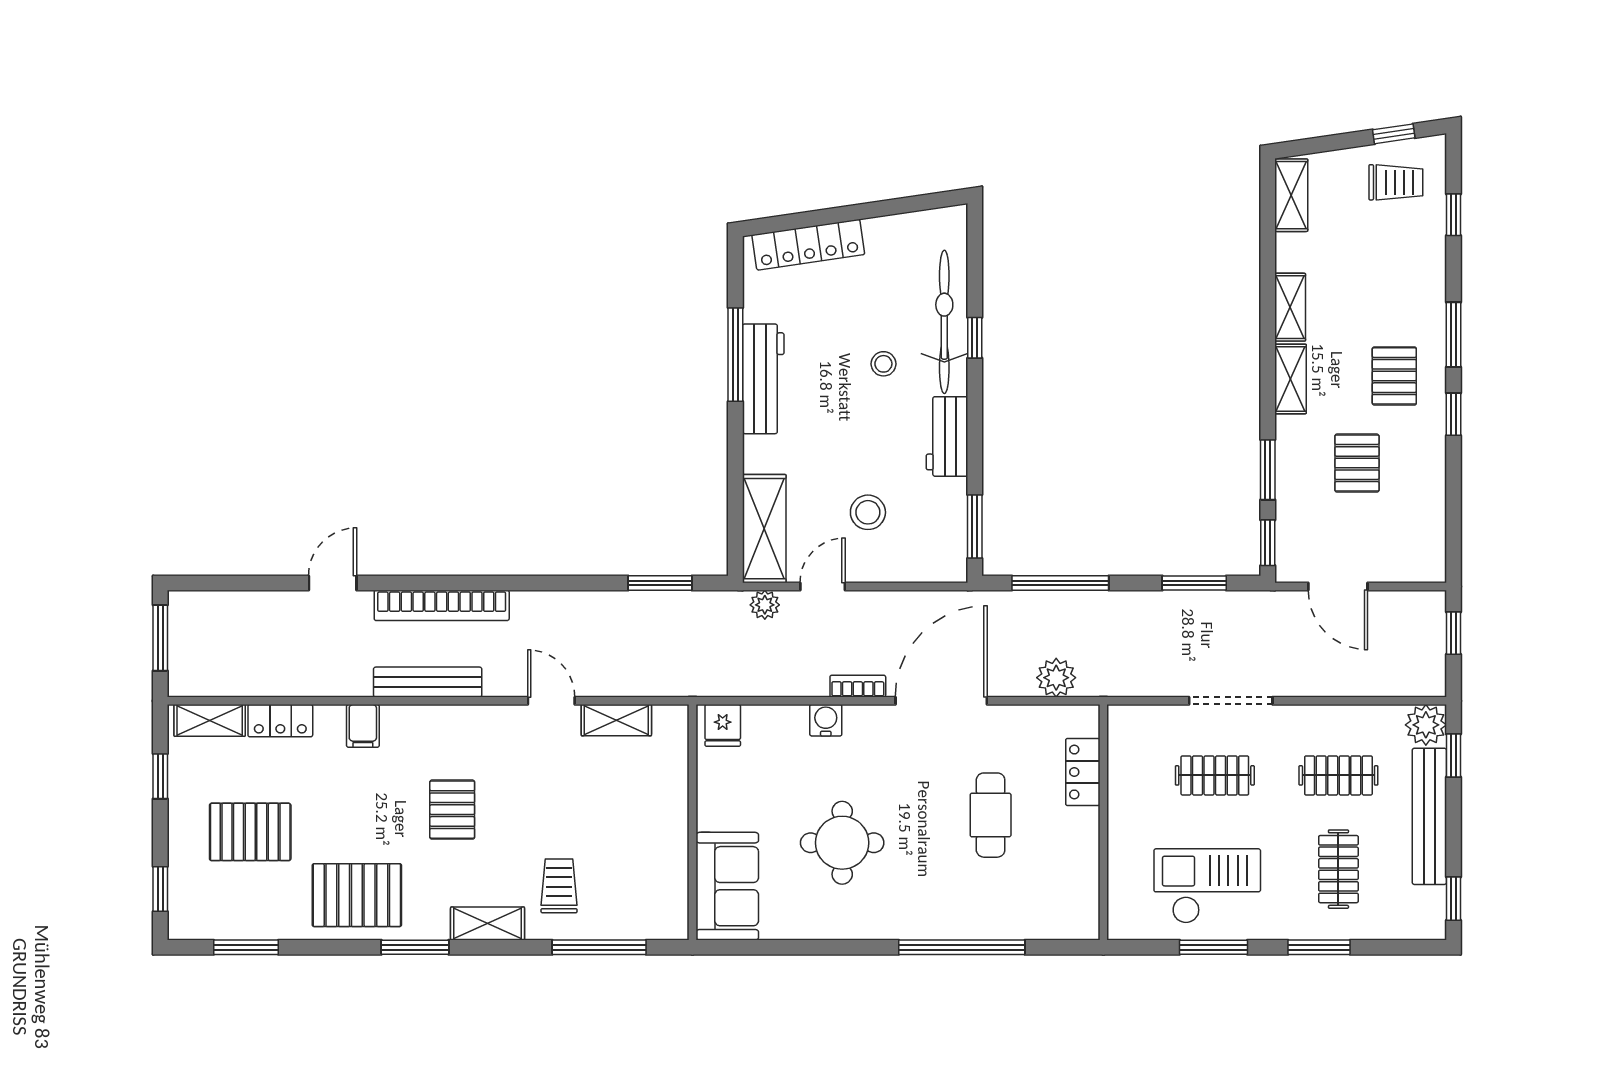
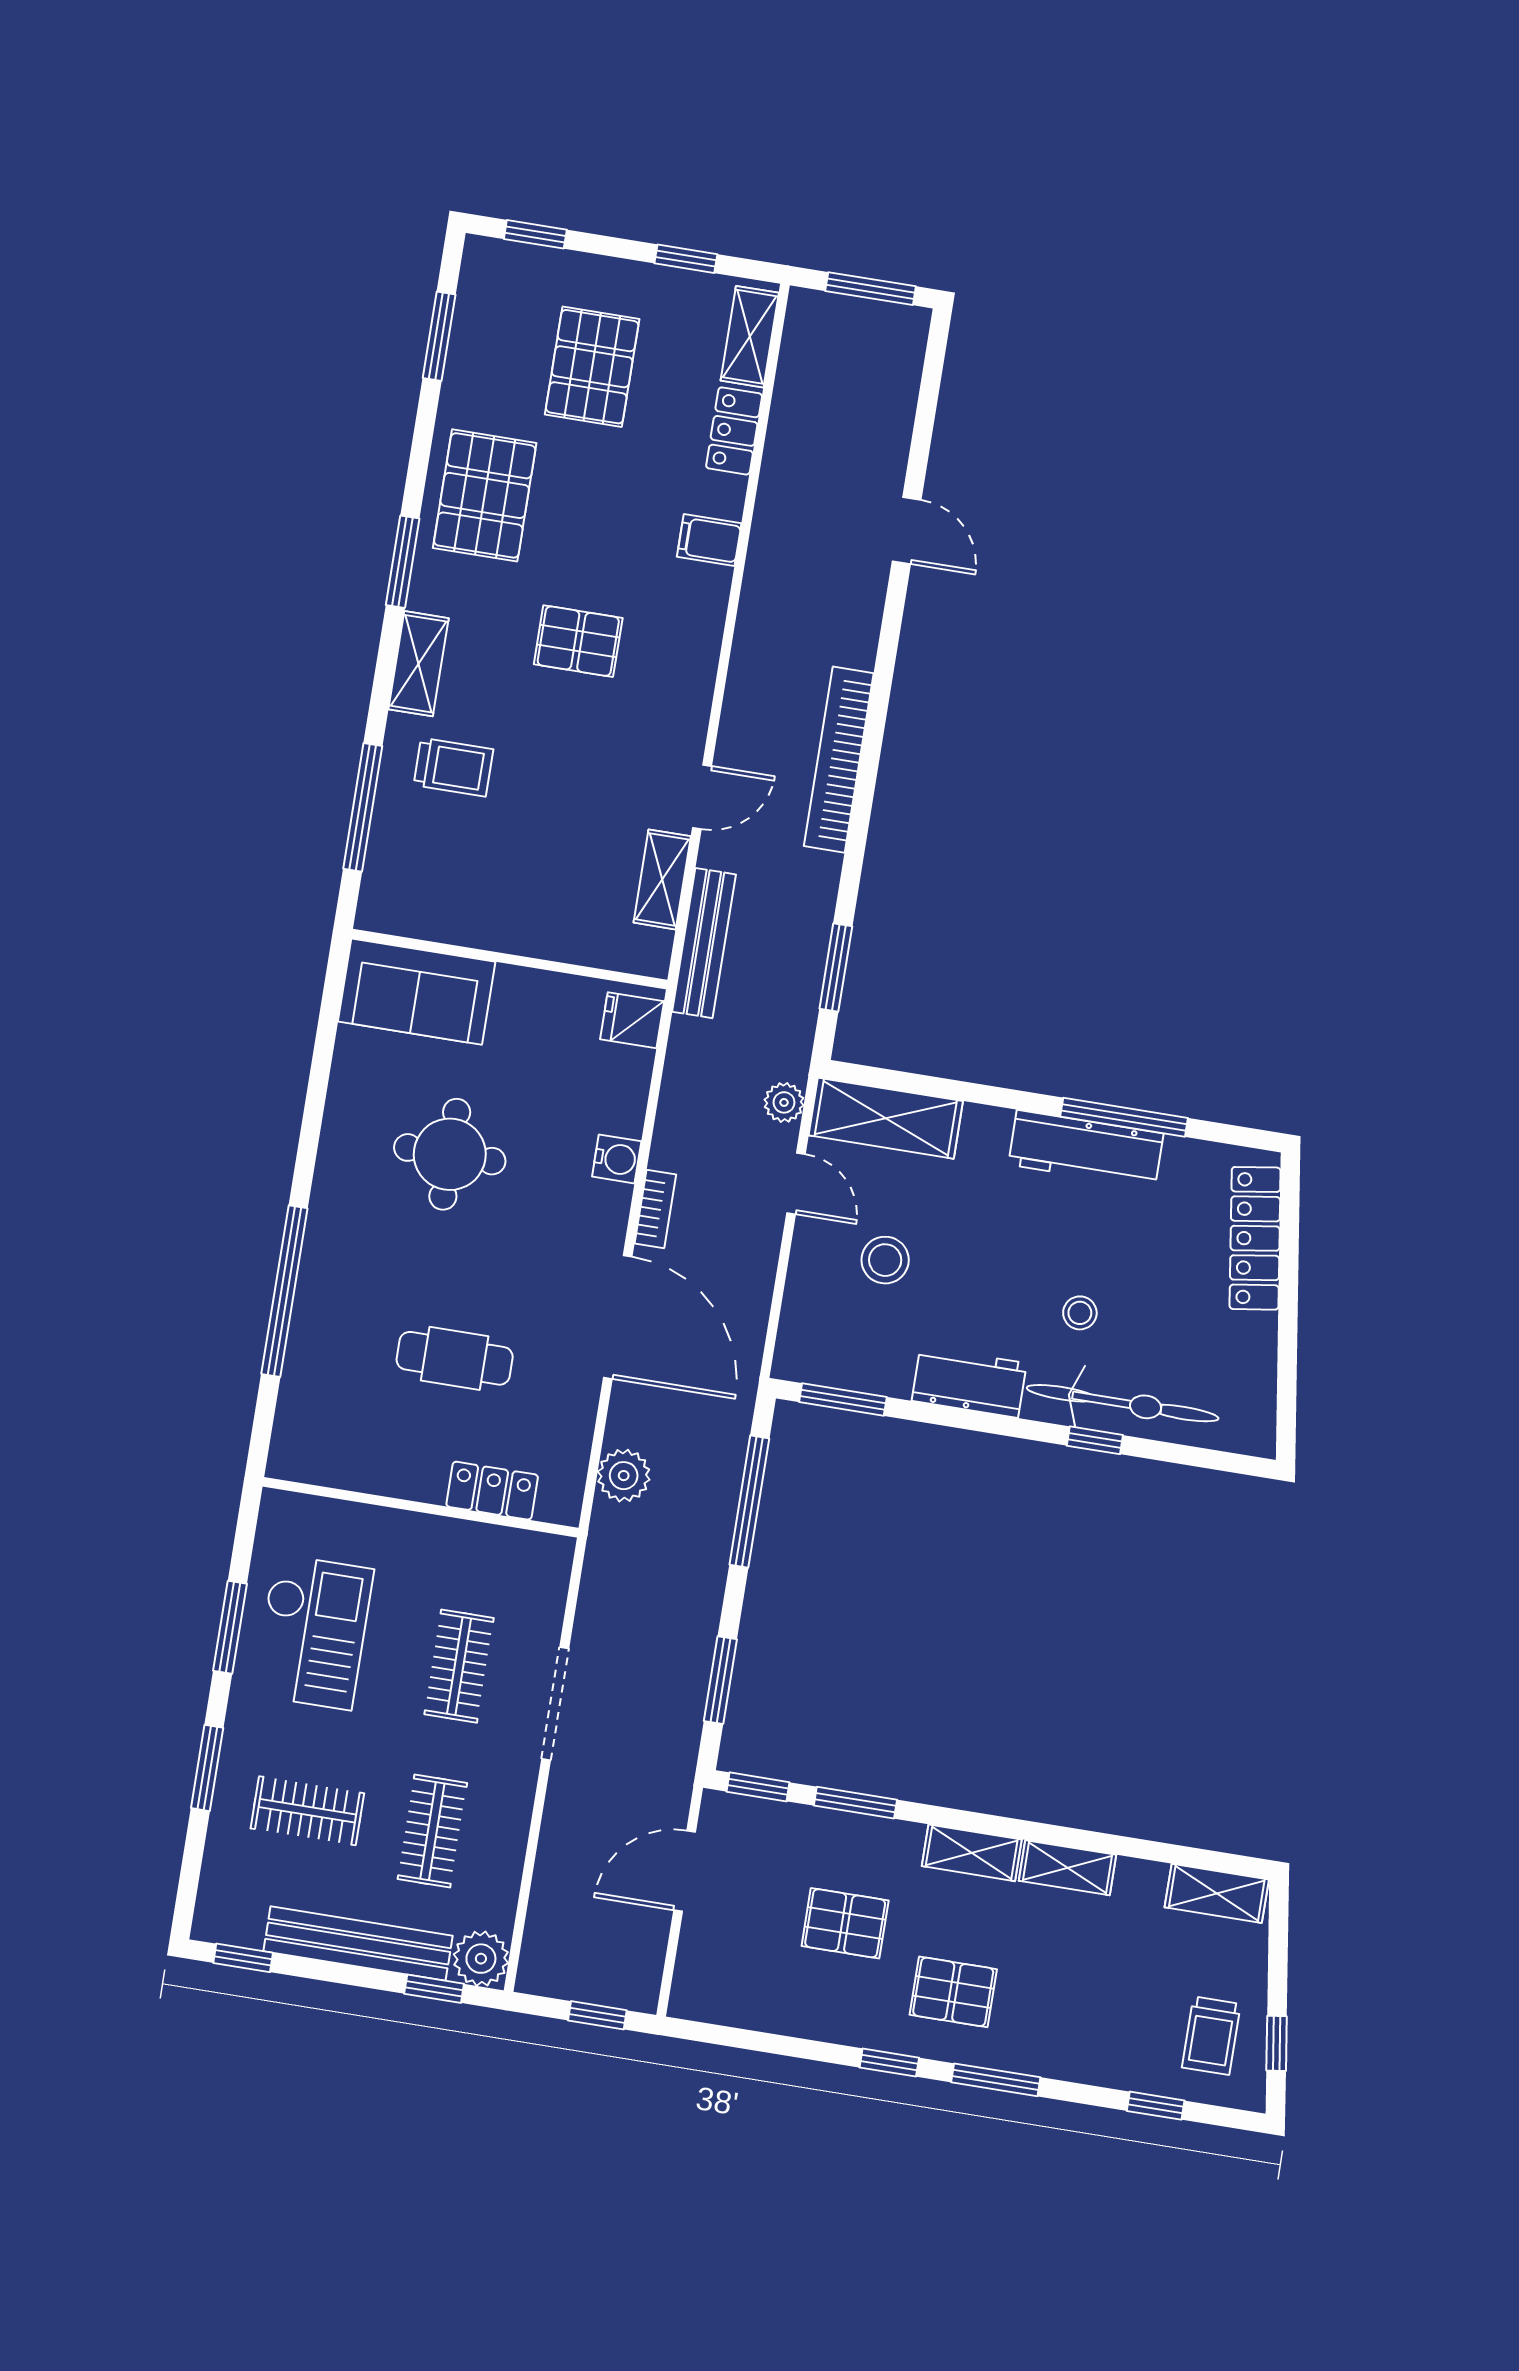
bookcase: (442, 605) -> (839, 760), moved
bench: (428, 682) -> (704, 943), moved

